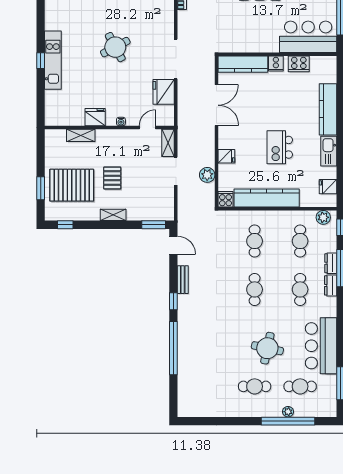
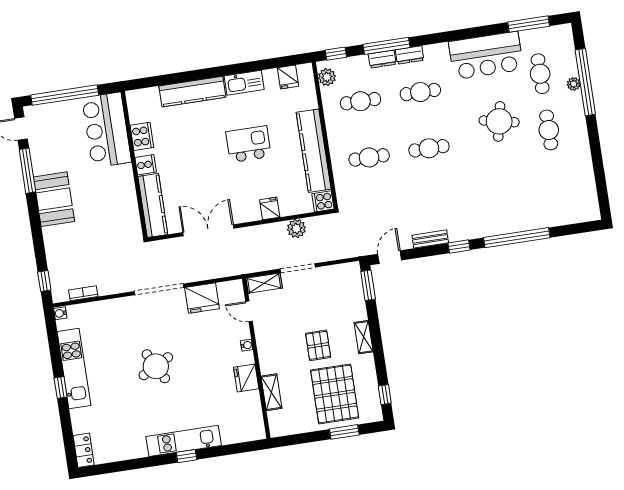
kitchen island: (280, 147) -> (248, 144), turned 180
pallet: (112, 178) -> (318, 345), turned 90

